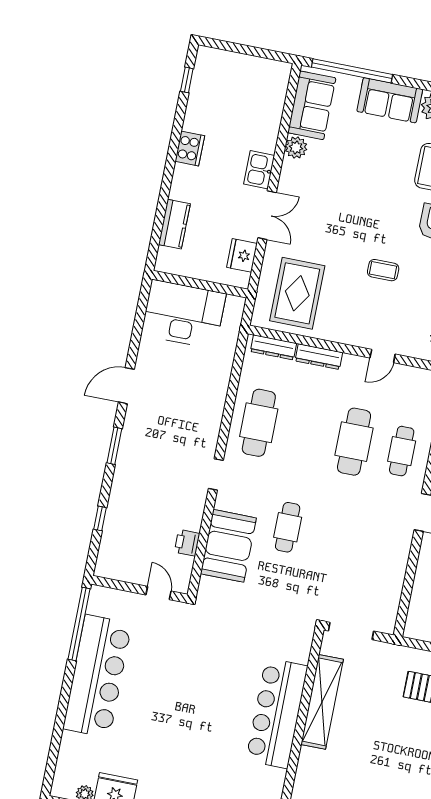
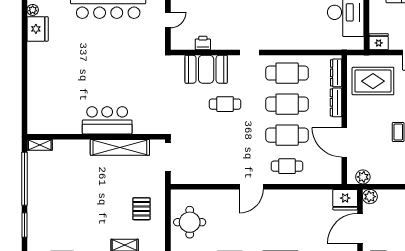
fridge: (242, 255) -> (379, 42), moved
door: (383, 356) -> (344, 142), width x1.87
cafe table: (306, 432) -> (287, 104), added
door: (159, 593) -> (168, 20), moved
bar counter: (277, 713) -> (107, 120), width x0.73

